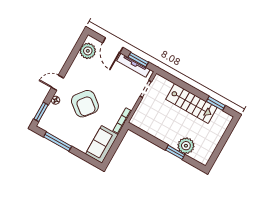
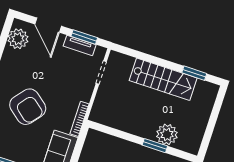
tv unit: (133, 65) -> (80, 45), width x0.71

